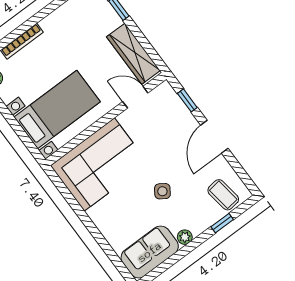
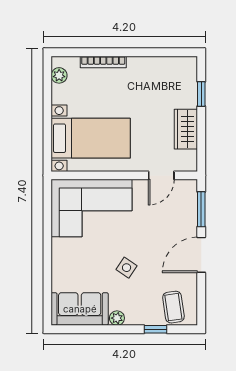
wardrobe: (133, 54) -> (186, 129), width x0.67
door: (135, 97) -> (161, 175), swing flipped
window: (187, 100) -> (201, 209), width x1.50

